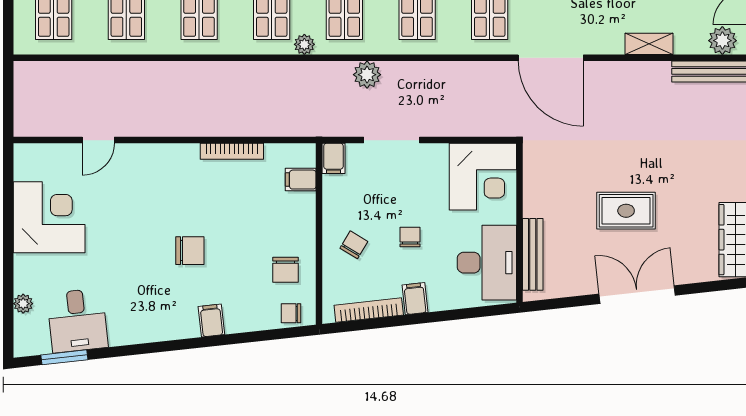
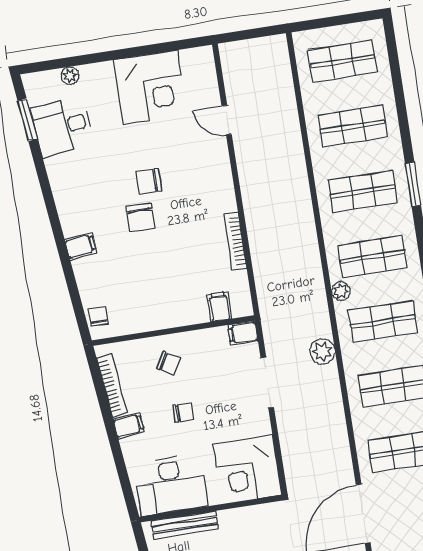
chair: (286, 270) -> (149, 181), moved

